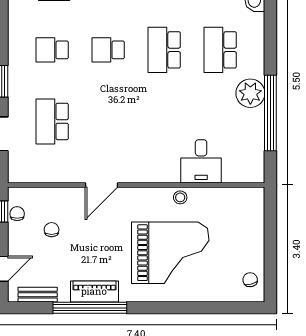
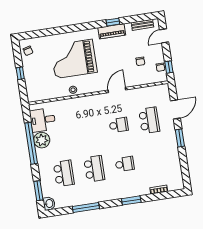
window: (270, 26) -> (38, 191), added
school desk: (52, 50) -> (119, 125), moved
plant: (250, 93) -> (42, 140), moved
desk: (201, 161) -> (43, 120), moved, turned -90
window: (270, 242) -> (20, 73), added
window: (90, 308) -> (113, 22), width x0.32

